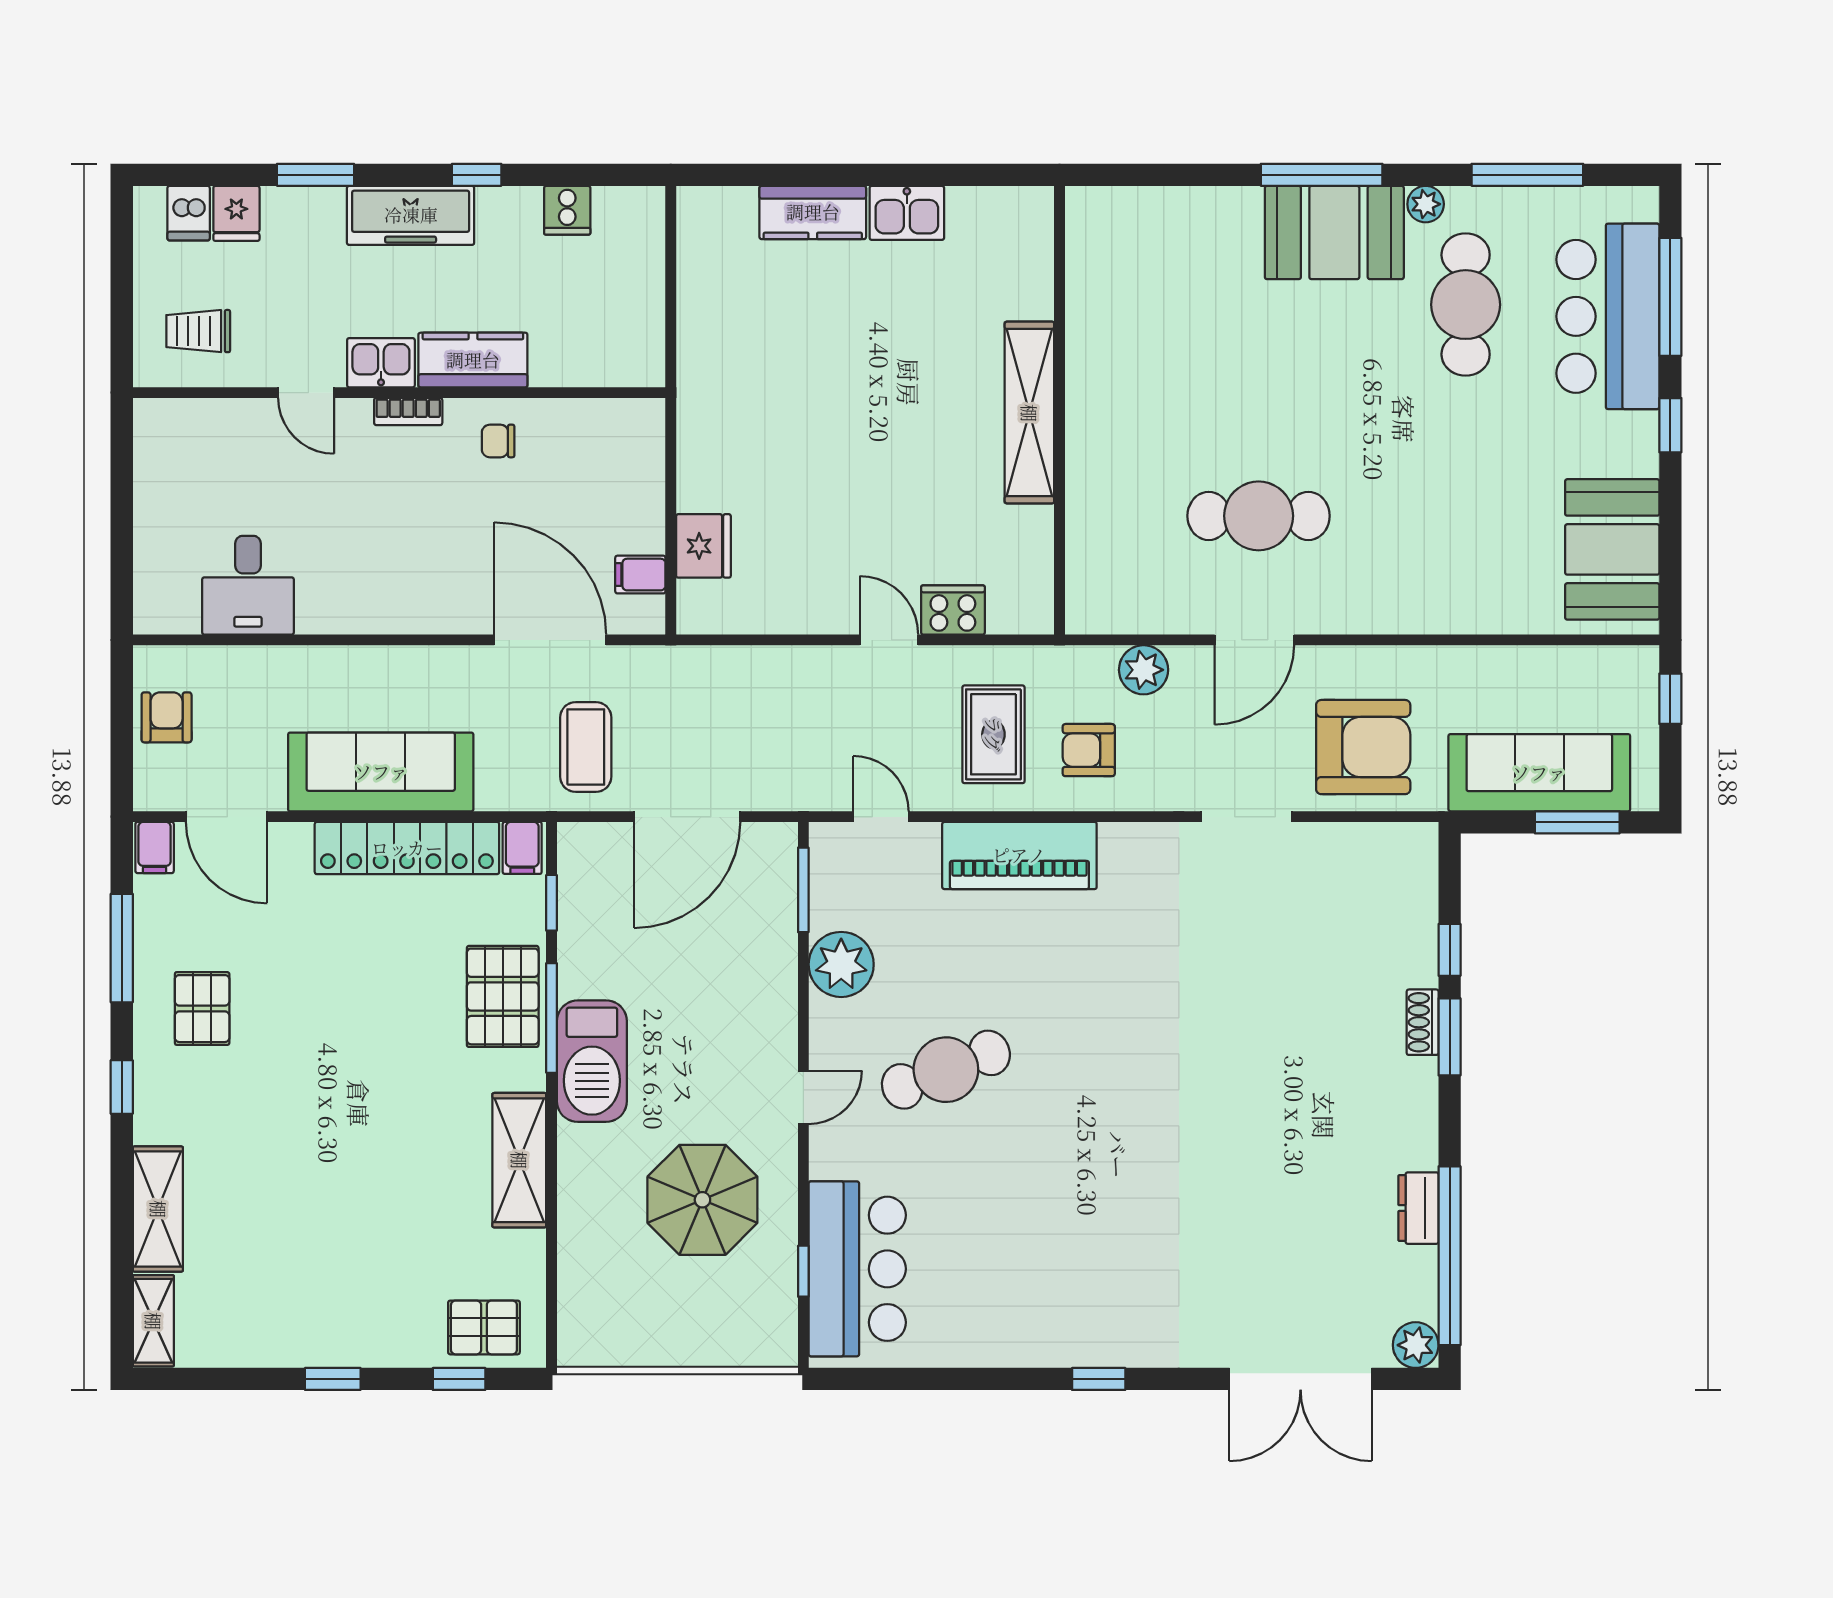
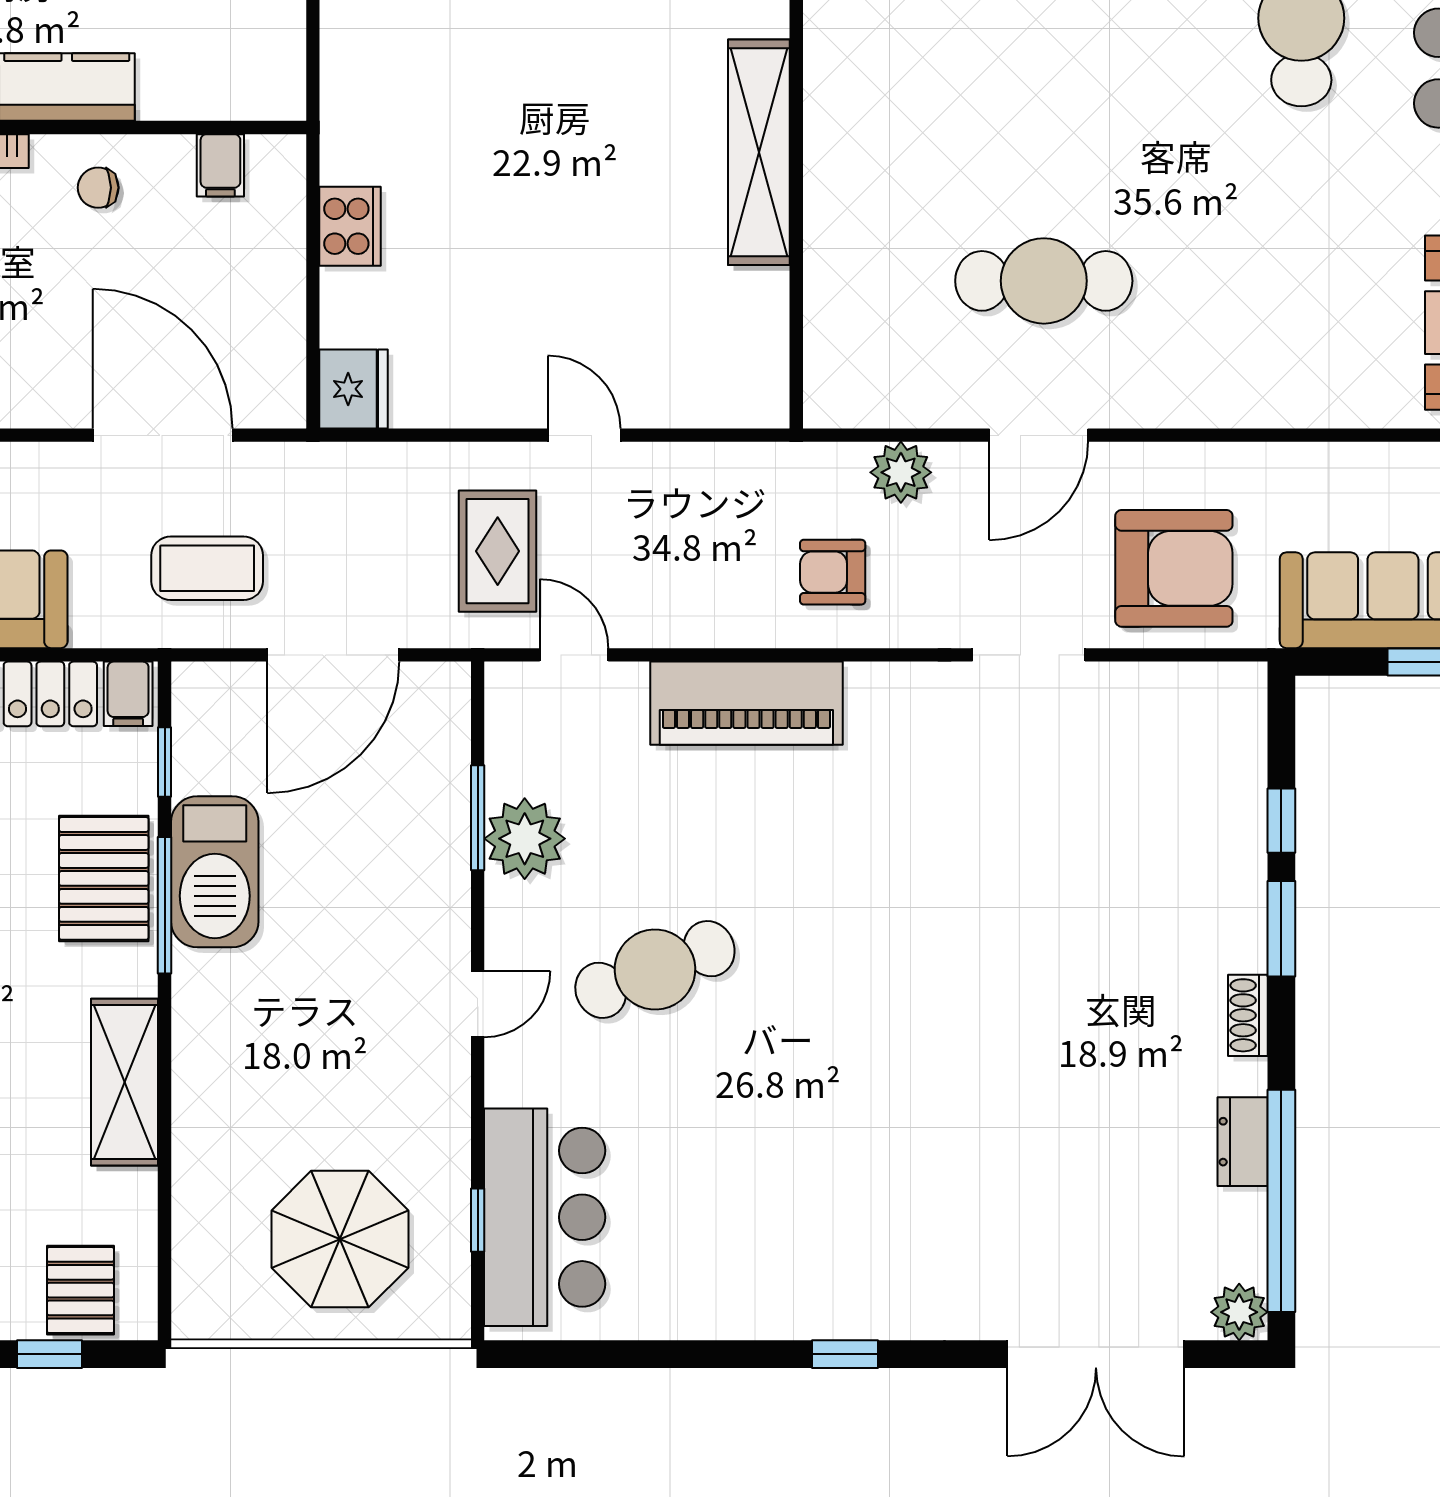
fridge: (703, 546) -> (354, 389), moved
filing cabinet: (640, 575) -> (220, 165), moved, turned -90
cooker: (953, 610) -> (350, 226), moved, turned 90
rug: (993, 734) -> (498, 551), moved
coffee table: (586, 747) -> (207, 568), turned 90
window: (803, 890) -> (478, 818), moved
shoe rack: (1423, 1022) -> (1248, 1015), moved
barbecue: (592, 1061) -> (215, 872), moved
parasol: (702, 1200) -> (340, 1239), moved
pallet: (484, 1327) -> (80, 1290), turned 90

